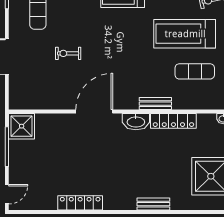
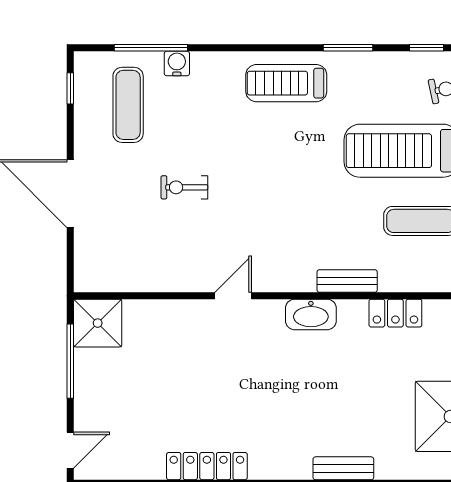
door: (94, 112) -> (233, 296), width x0.53
locker: (173, 121) -> (395, 313), width x0.66

